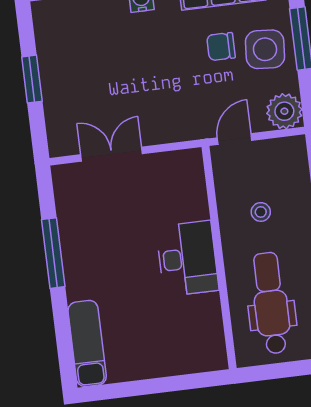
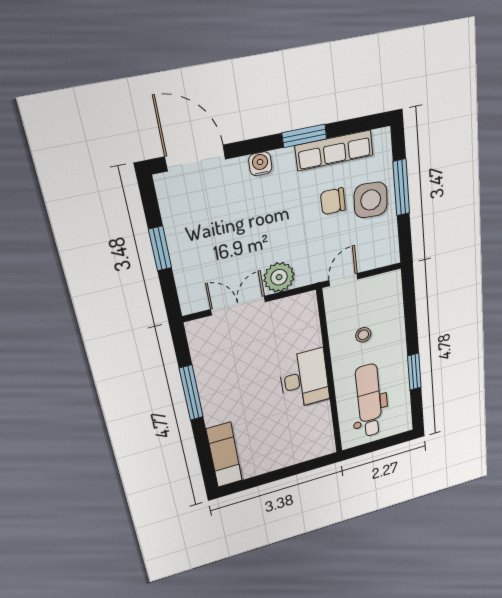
plant: (284, 111) -> (279, 277), moved

